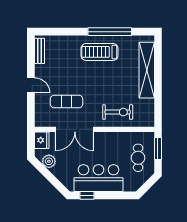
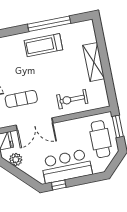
shelving: (147, 70) -> (94, 62), width x0.68
exercise bike: (118, 112) -> (72, 99), turned 180
cafe table: (138, 158) -> (100, 139), width x1.37, depth x1.35

